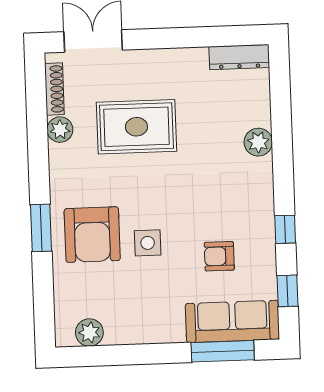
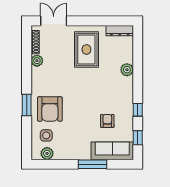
rug: (136, 127) -> (86, 49), moved, turned 90
side table: (148, 243) -> (46, 135), moved
armchair: (219, 256) -> (107, 121), turned 90
window: (223, 351) -> (92, 164), moved

